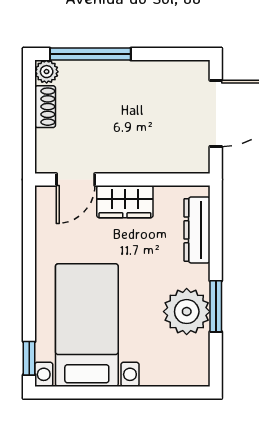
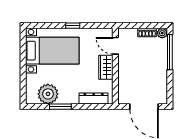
plant: (187, 312) -> (48, 94), moved
window: (29, 358) -> (73, 26), moved

